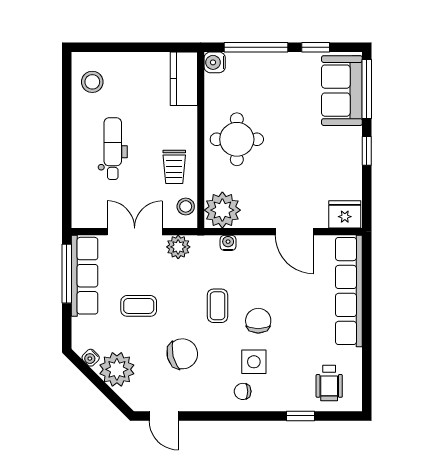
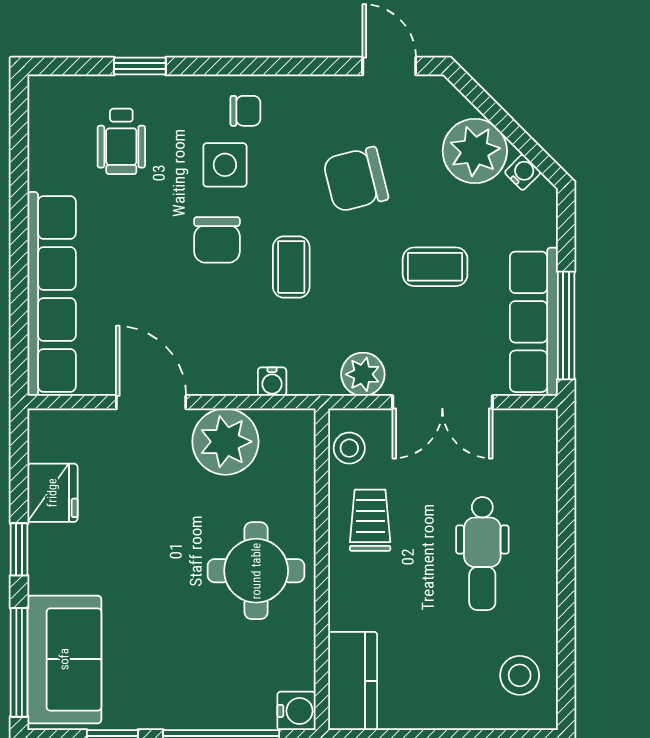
plant: (222, 210) -> (225, 442), moved
fridge: (345, 214) -> (52, 493), moved, turned -90
wheelchair: (329, 383) -> (121, 141), moved, turned 180

